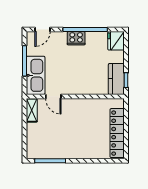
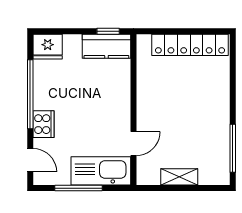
cooker: (76, 38) -> (44, 124), moved
shelving: (32, 110) -> (179, 177), moved

